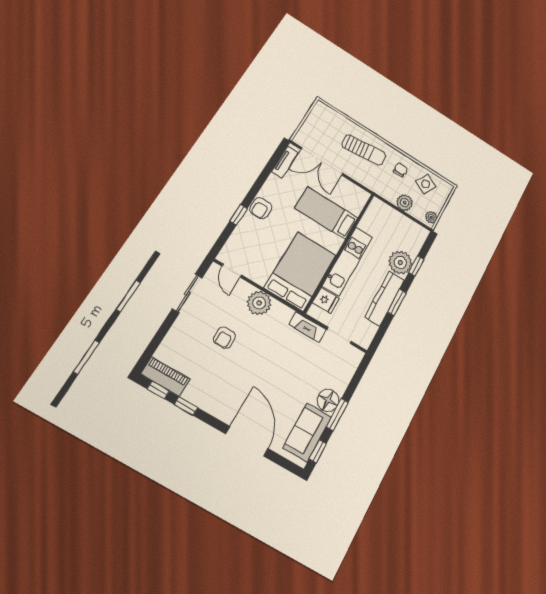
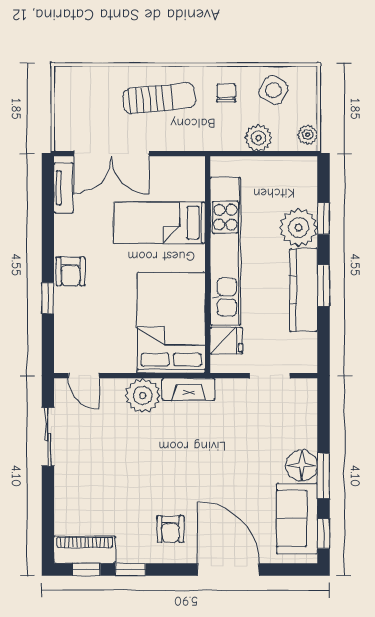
kitchen unit: (348, 261) -> (225, 251), width x1.36
fireplace: (308, 327) -> (189, 389), moved
armchair: (224, 338) -> (171, 529), moved

